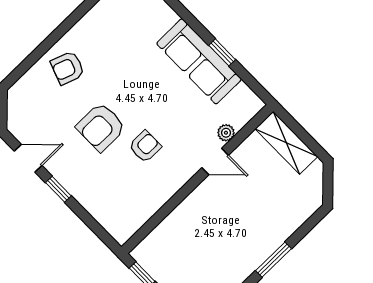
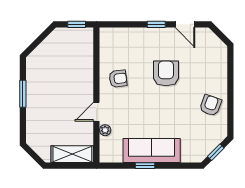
armchair: (68, 68) -> (211, 105), moved
armchair: (145, 146) -> (118, 79), moved, turned -97
door: (28, 158) -> (185, 24), hinge flipped

